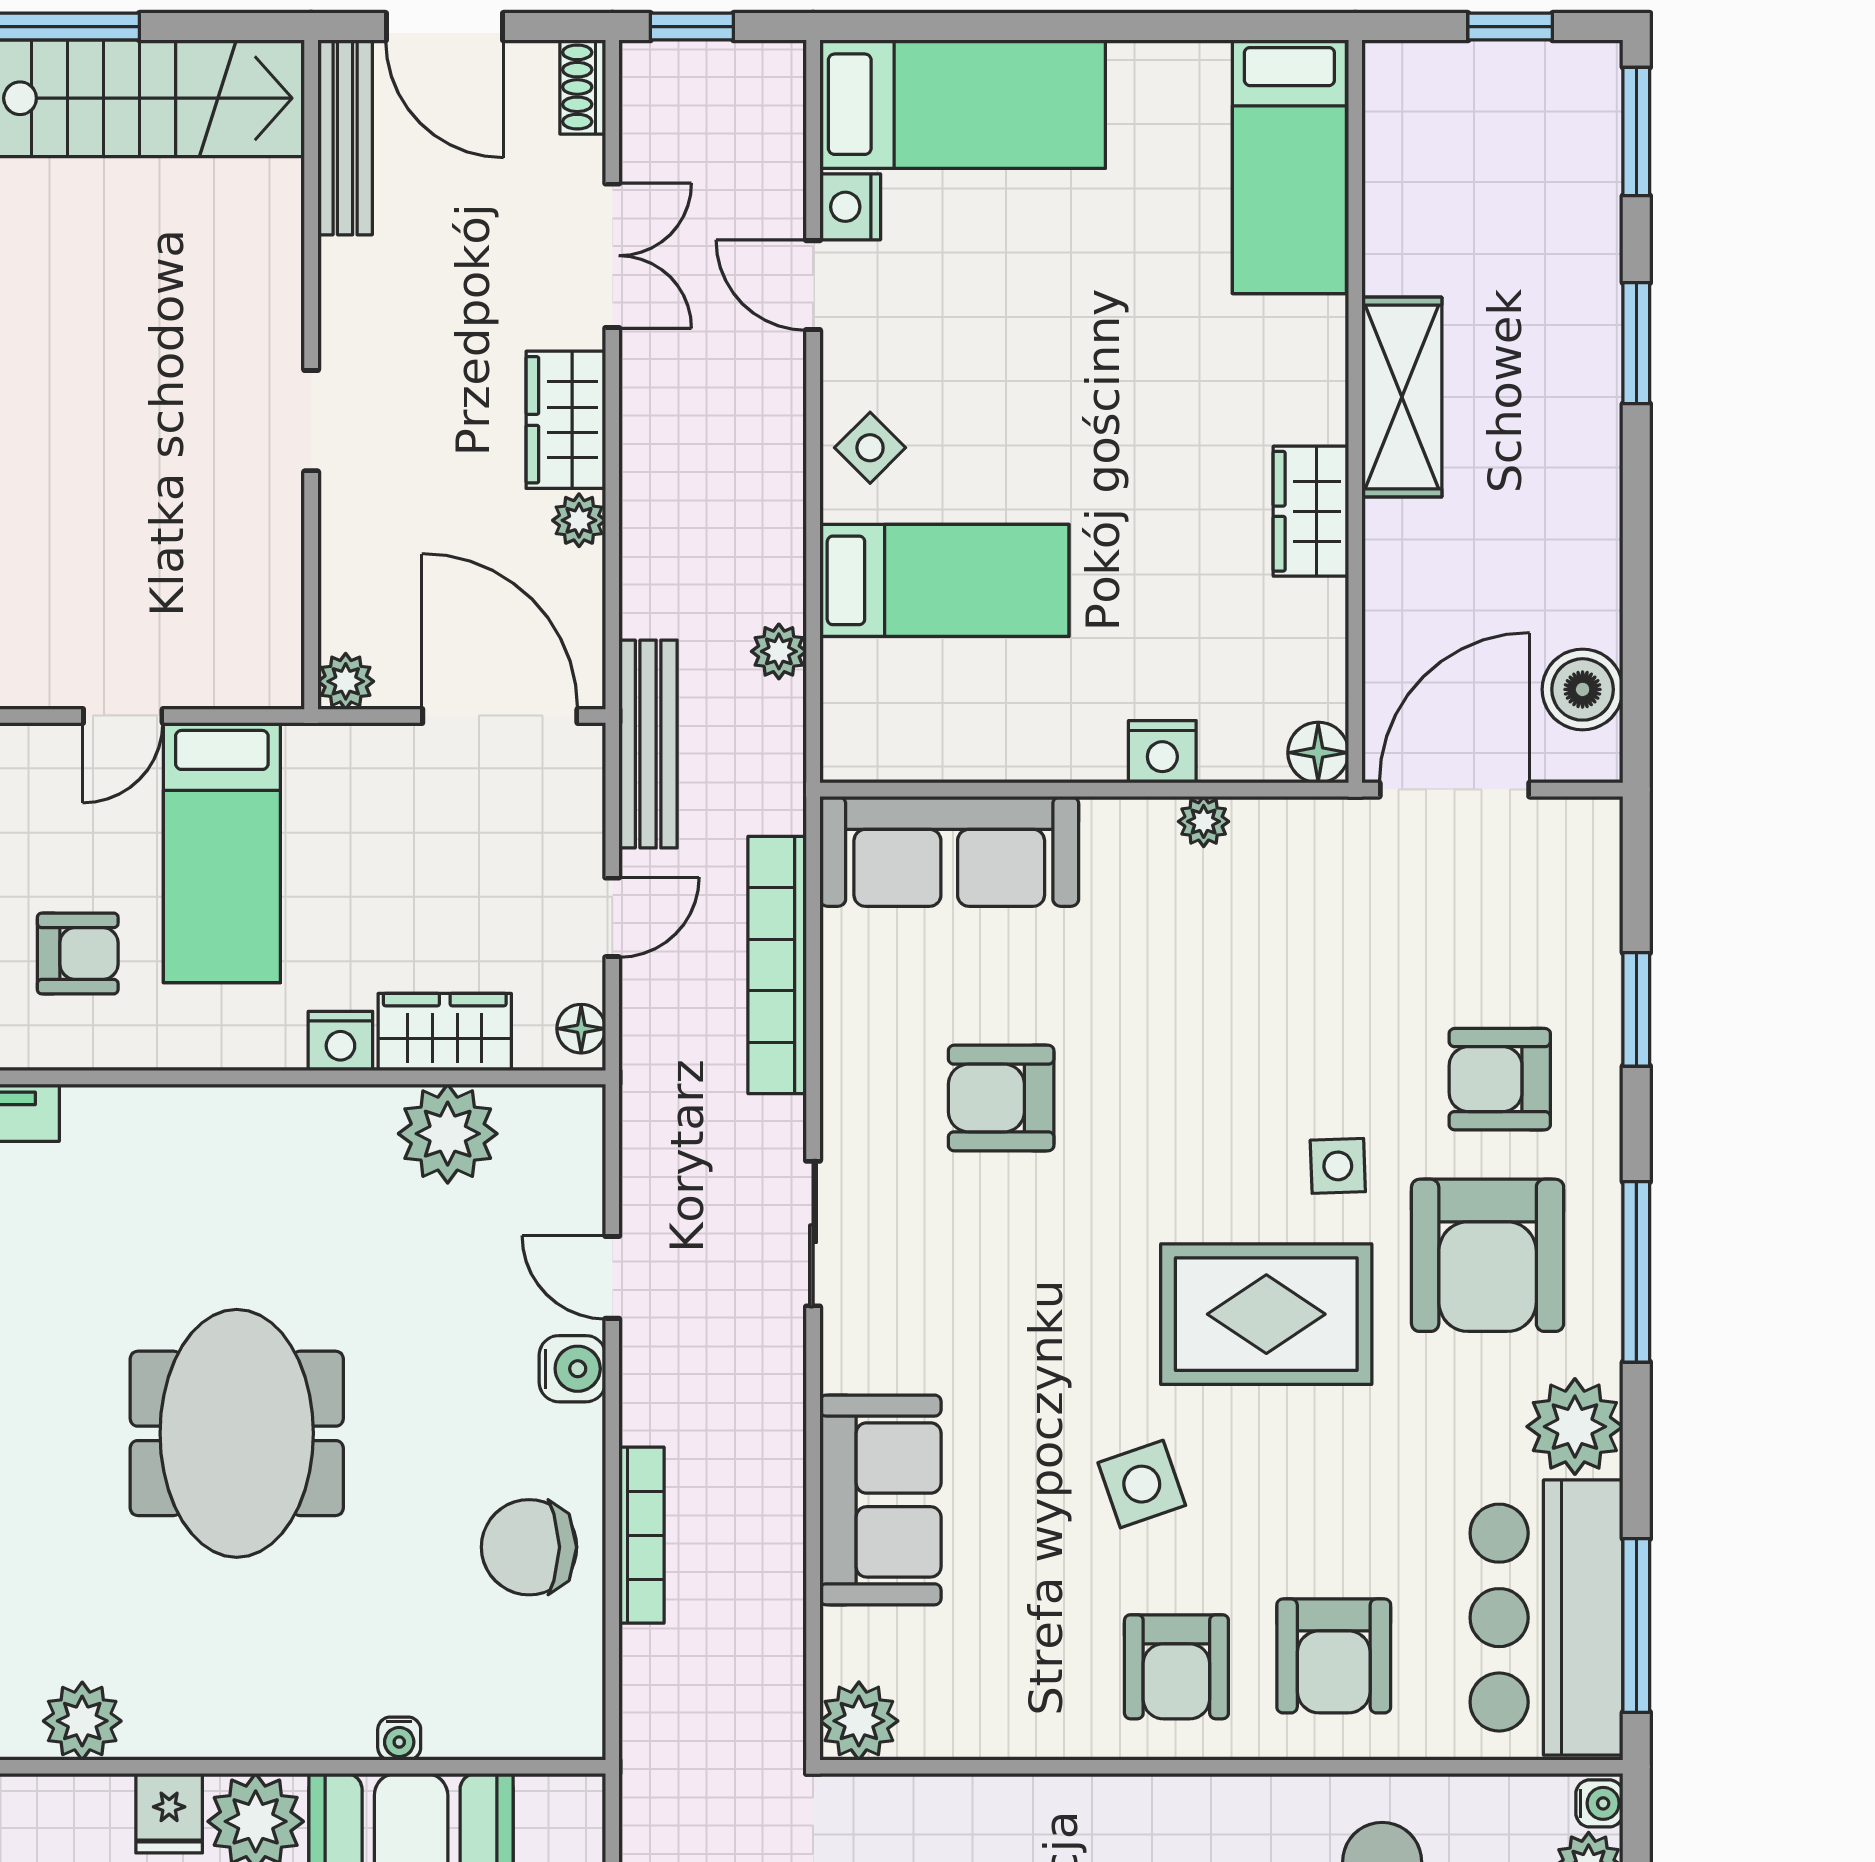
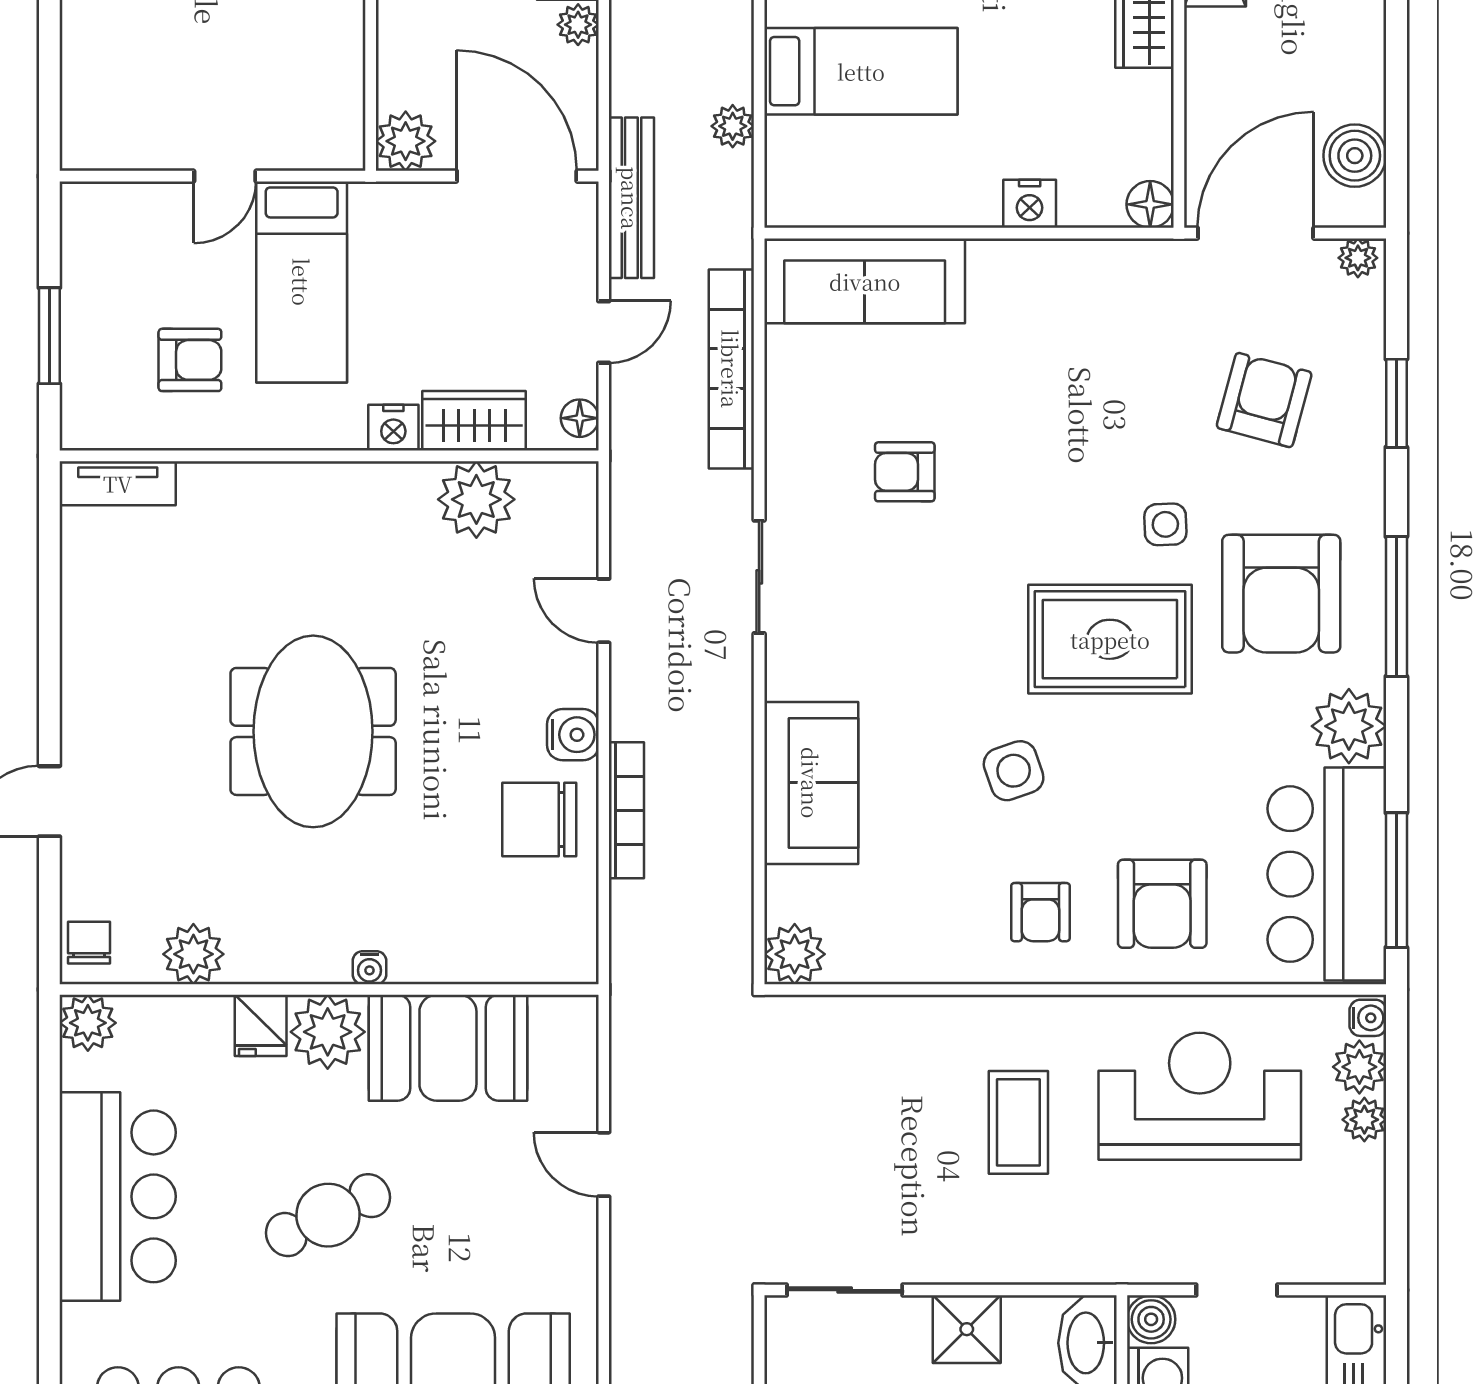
plant: (346, 681) -> (406, 141), width x1.38, depth x1.38
plant: (1204, 821) -> (1358, 258), moved
armchair: (1500, 1079) -> (1264, 400), moved, turned 105
armchair: (1001, 1098) -> (905, 472), width x0.72, depth x0.72
water cooler: (572, 1369) -> (573, 735), moved
armchair: (1176, 1667) -> (1040, 912), width x0.72, depth x0.72
water cooler: (399, 1739) -> (369, 968), moved

